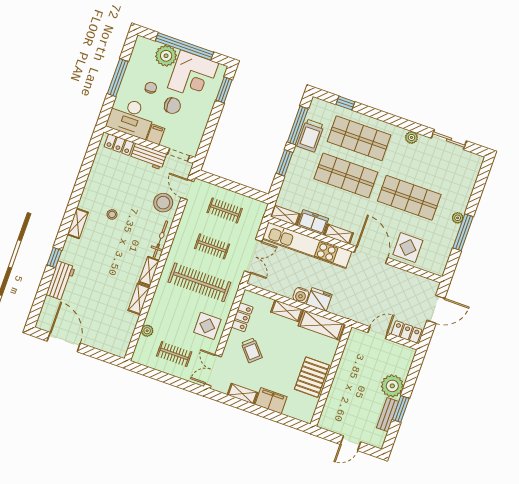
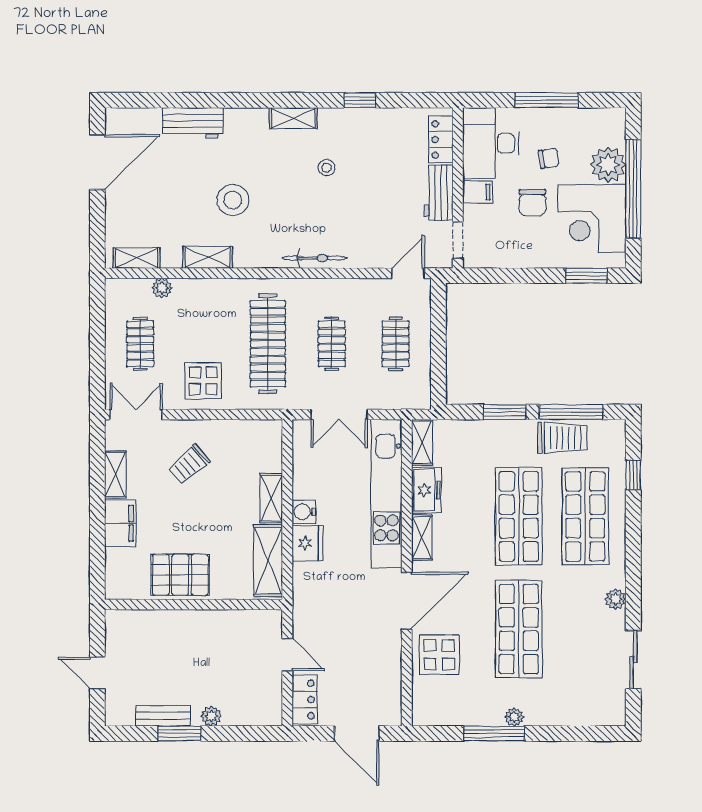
trolley: (310, 136) -> (562, 438), turned 180
stool: (163, 203) -> (233, 200), moved
window: (54, 258) -> (360, 100), moved
shelving: (149, 271) -> (137, 258), moved
locker: (242, 317) -> (236, 431), removed
plant: (392, 386) -> (211, 716), width x0.53, depth x0.53

